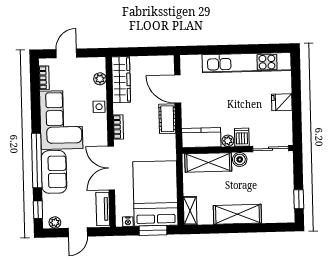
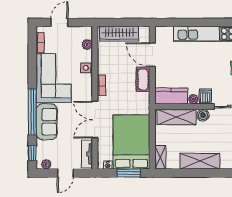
wardrobe: (121, 80) -> (119, 34), moved, turned 90

